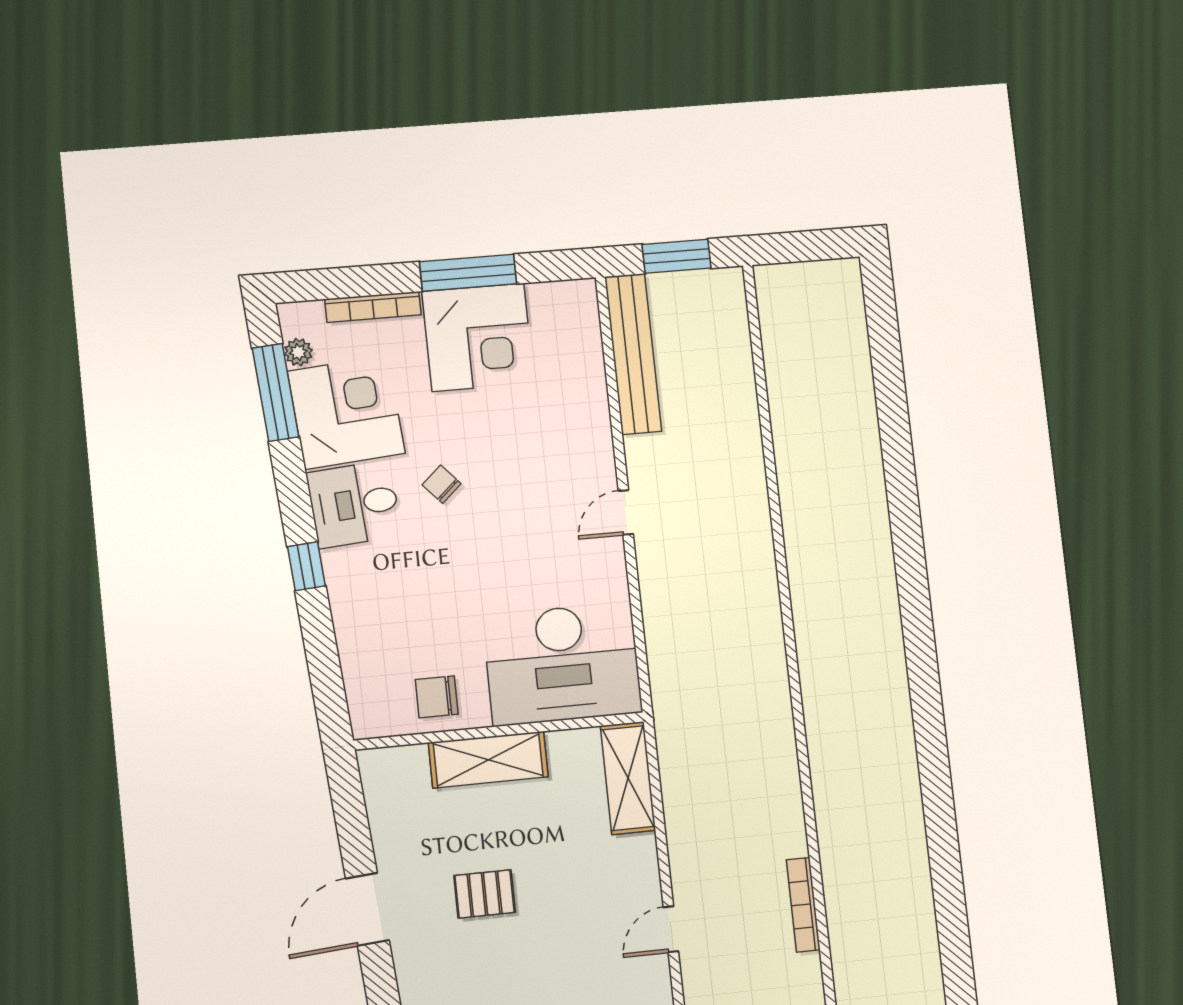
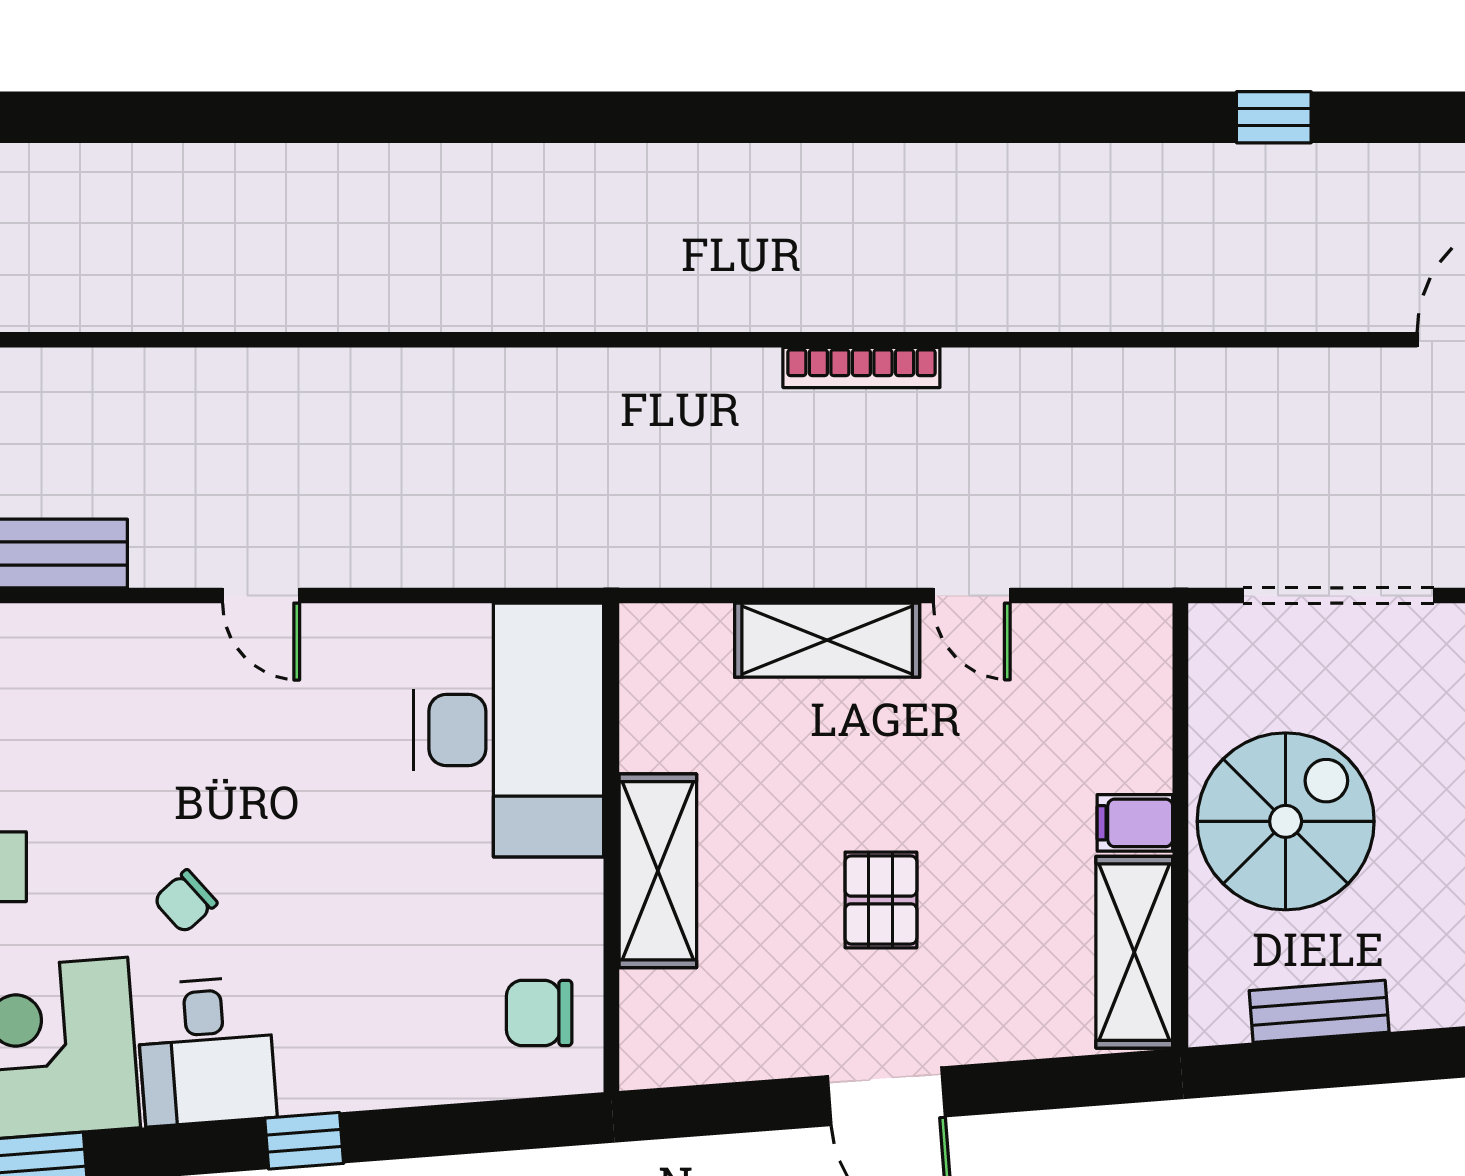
chair: (437, 697) -> (539, 1013), moved, turned 90
shelving: (628, 778) -> (827, 640), moved
bookcase: (803, 905) -> (861, 368), moved

